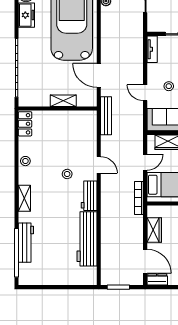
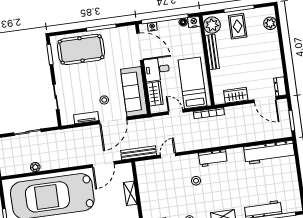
tv unit: (152, 49) -> (86, 118), moved
door: (145, 93) -> (113, 120), width x1.87
door: (99, 165) -> (168, 155), moved
workbench: (87, 239) -> (269, 152), moved
door: (145, 261) -> (265, 100), swing flipped

